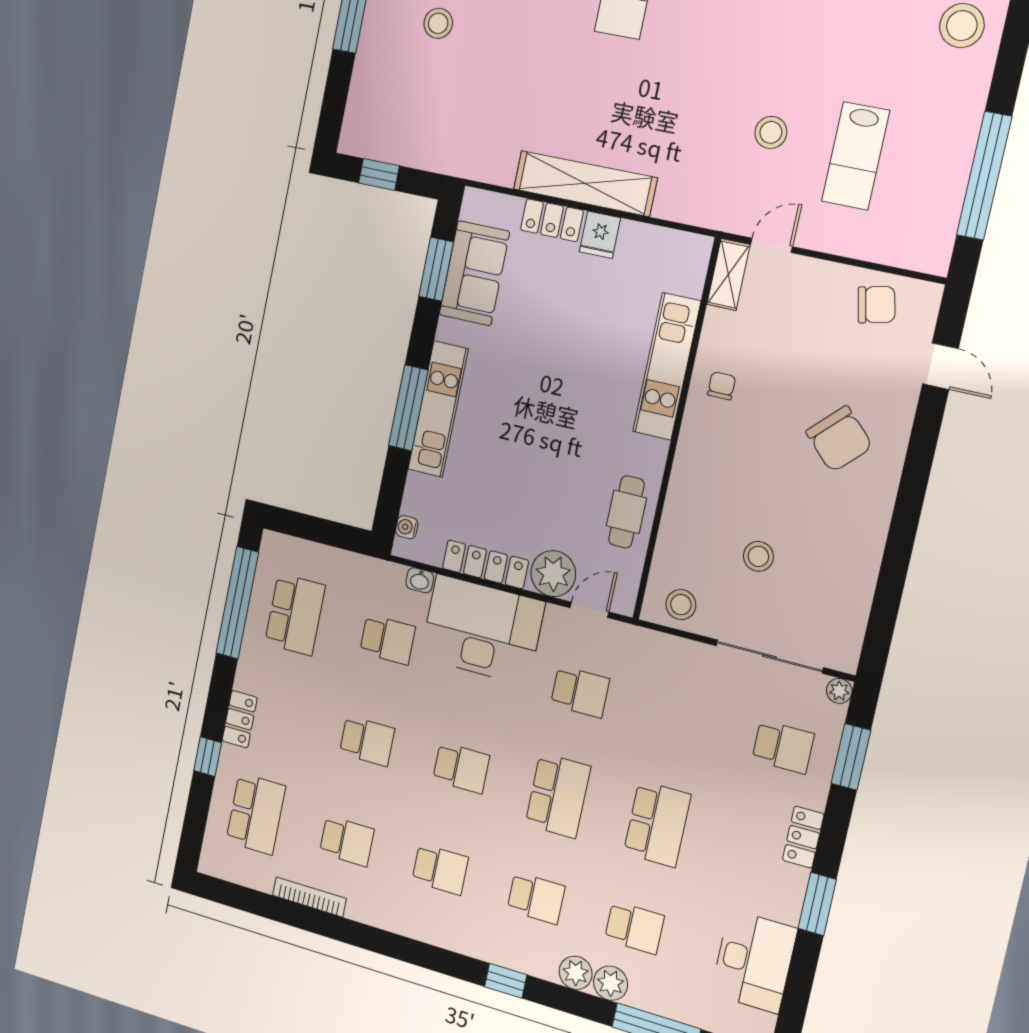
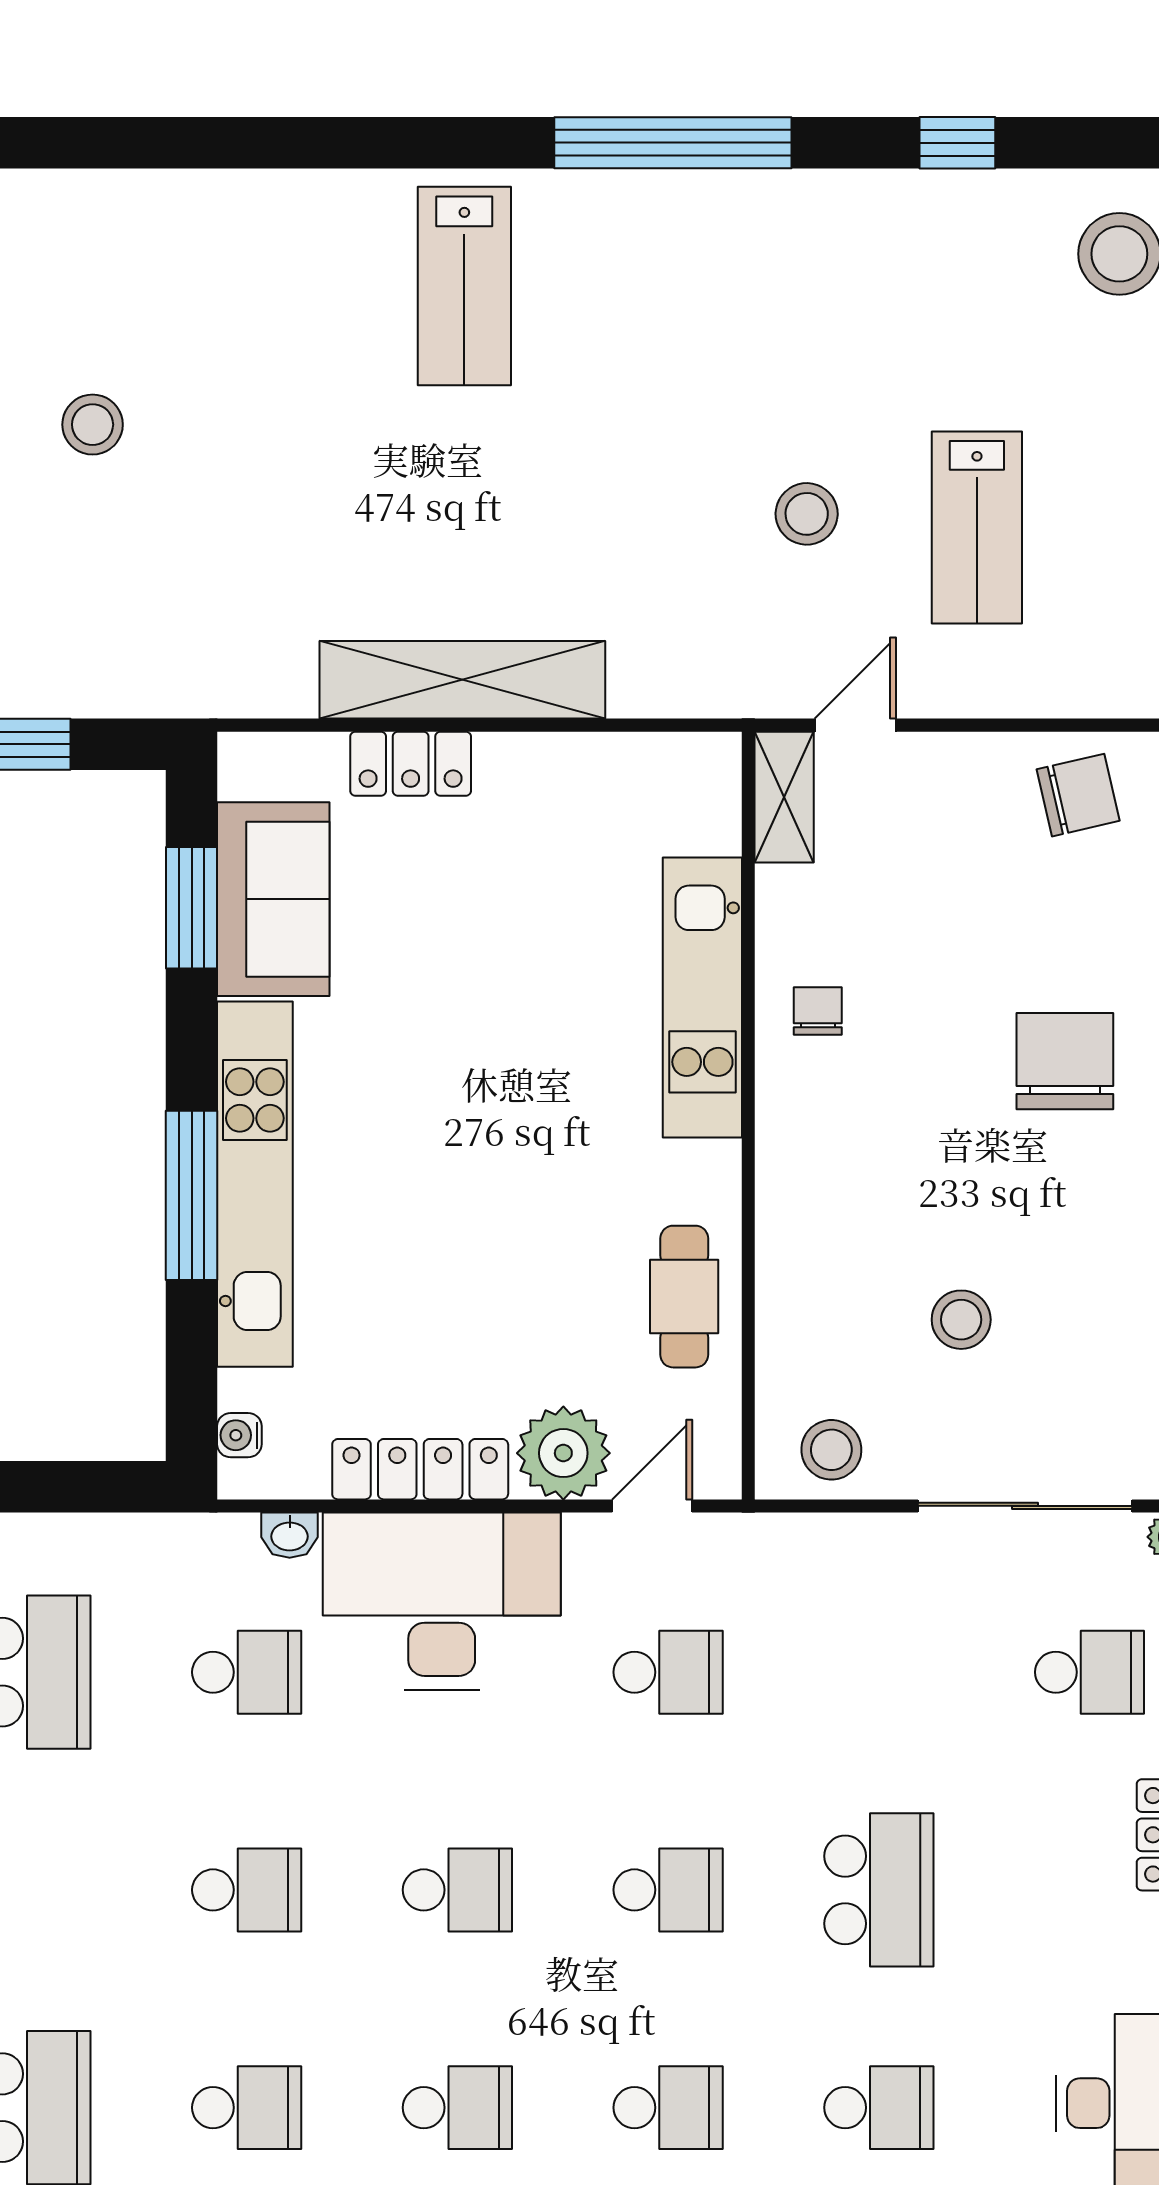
fridge: (600, 235) -> (514, 773), removed
kitchen unit: (438, 409) -> (255, 1184), width x1.36
chair: (839, 439) -> (1065, 1061), turned -135
school desk: (558, 796) -> (668, 1890), width x0.54

